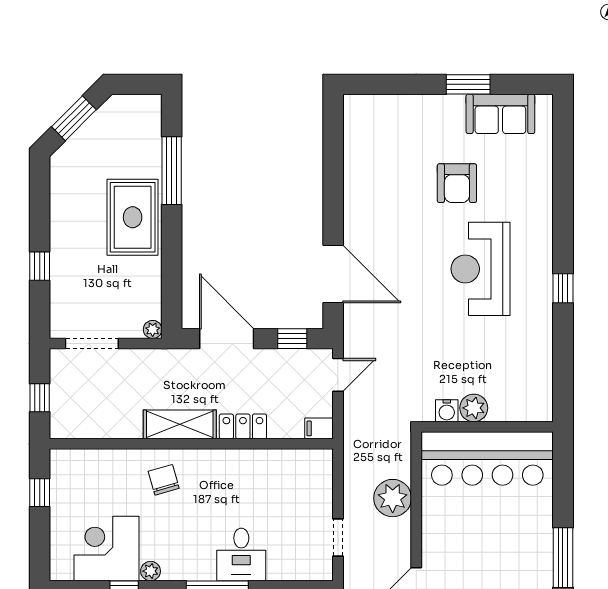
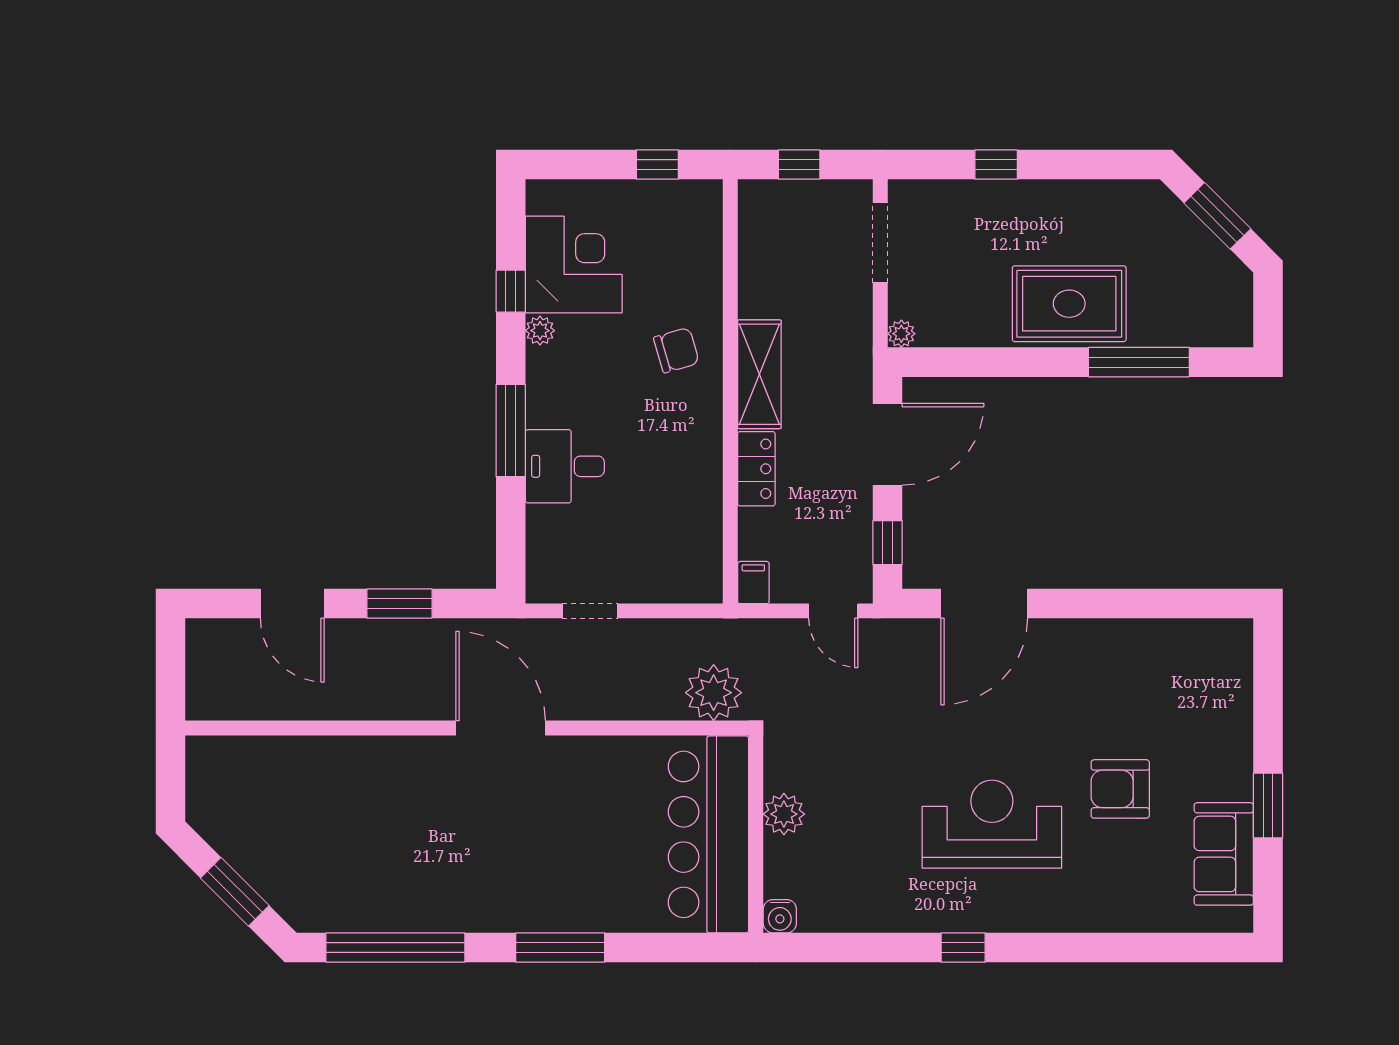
water cooler: (447, 411) -> (780, 916), moved, turned -90
plant: (393, 498) -> (714, 693), moved

